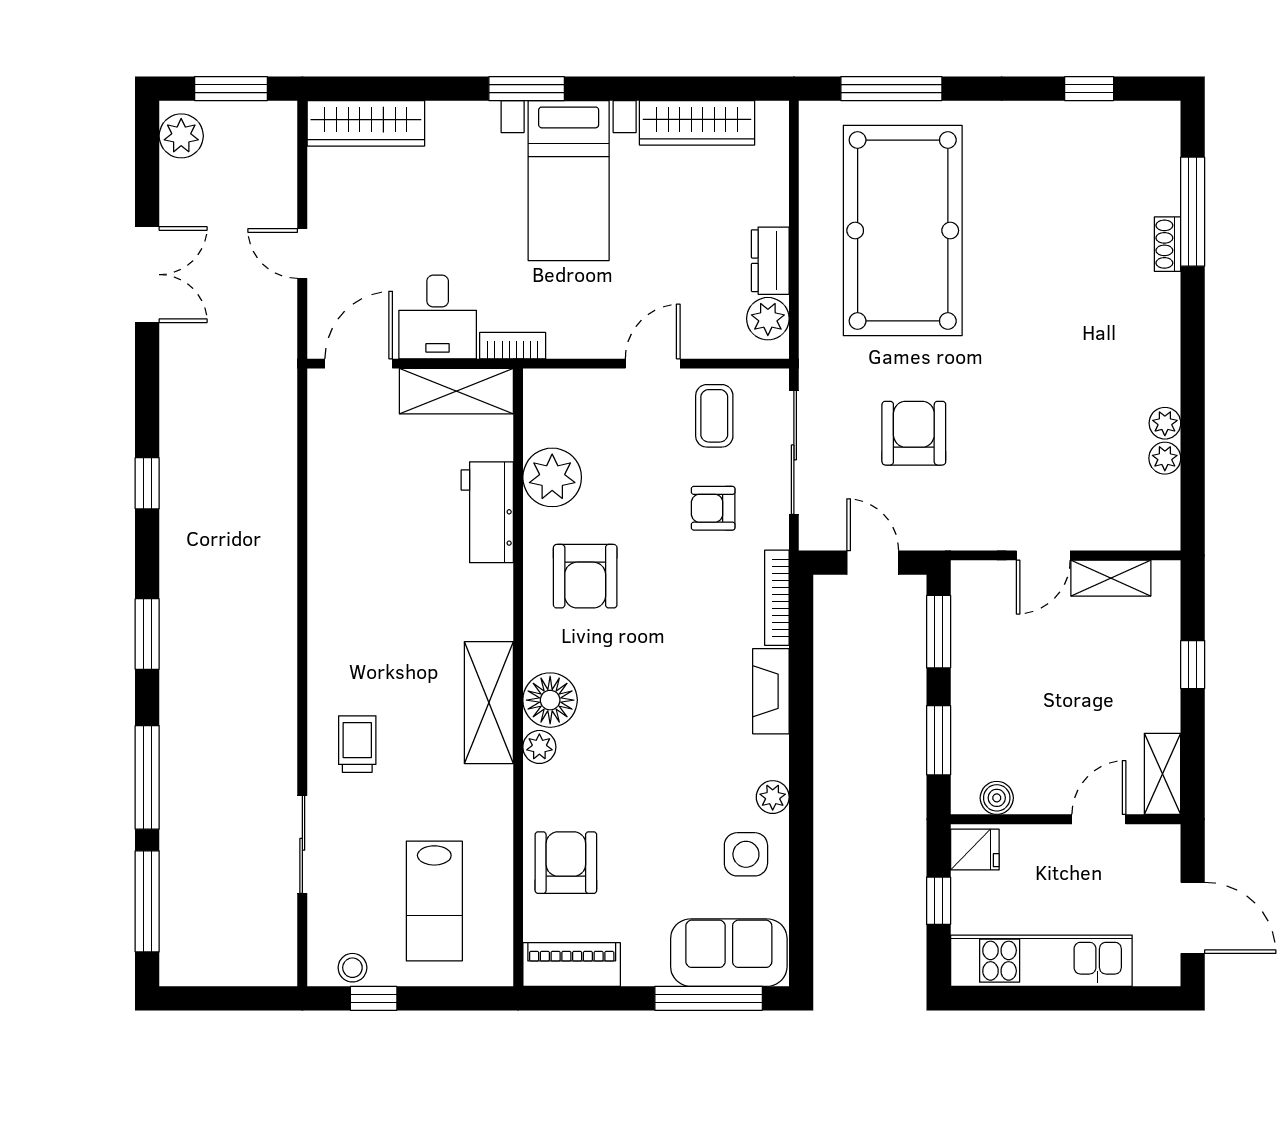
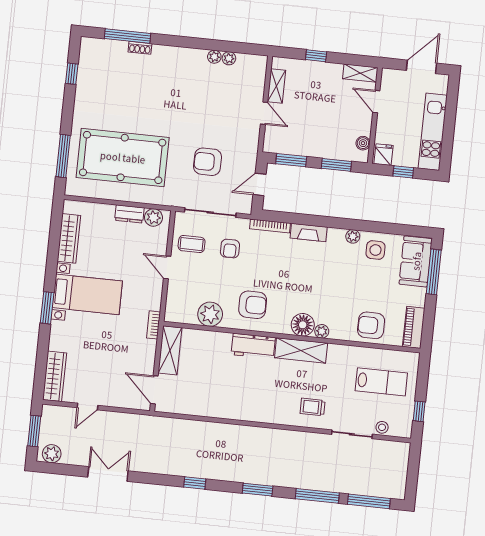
door: (302, 254) -> (88, 407), moved
desk: (438, 317) -> (138, 355), removed
workbench: (487, 512) -> (253, 346), moved
stool: (352, 968) -> (382, 427), moved

